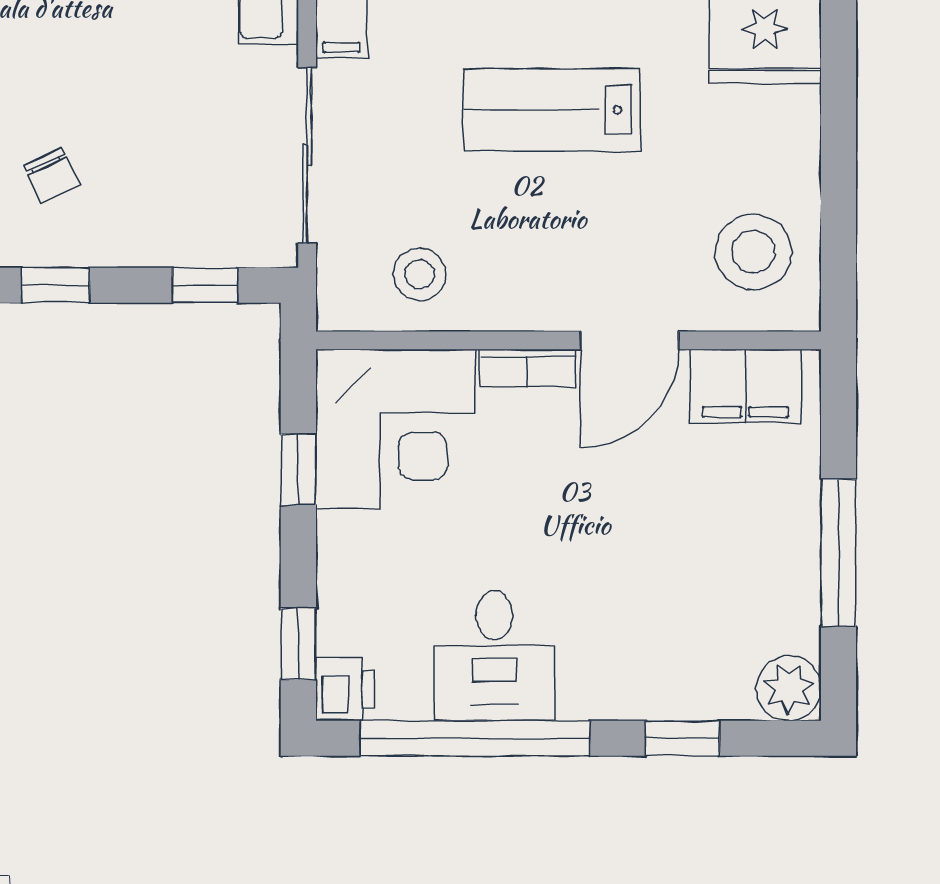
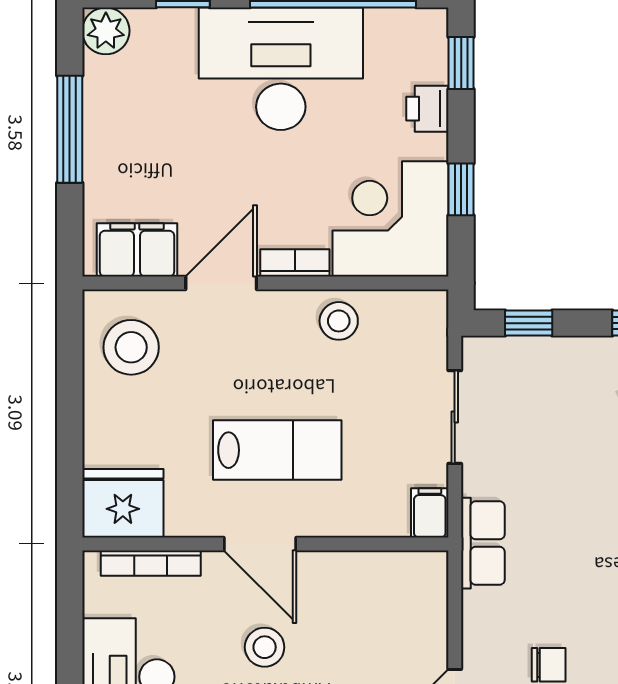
sliding door: (307, 155) -> (455, 417), width x0.73
stool: (420, 274) -> (339, 321), moved
desk: (494, 656) -> (281, 69), width x1.87, depth x1.30
printer: (345, 689) -> (427, 109), moved

